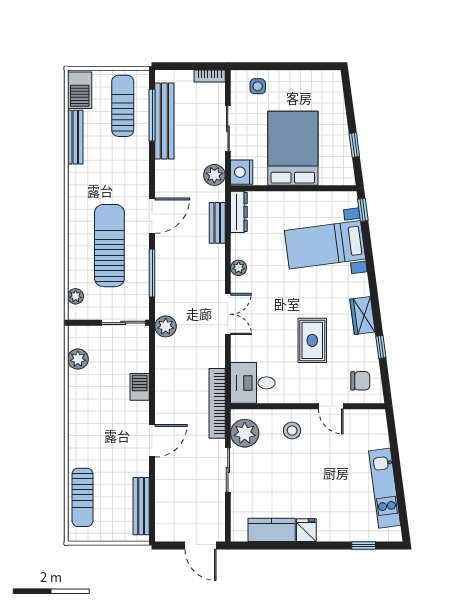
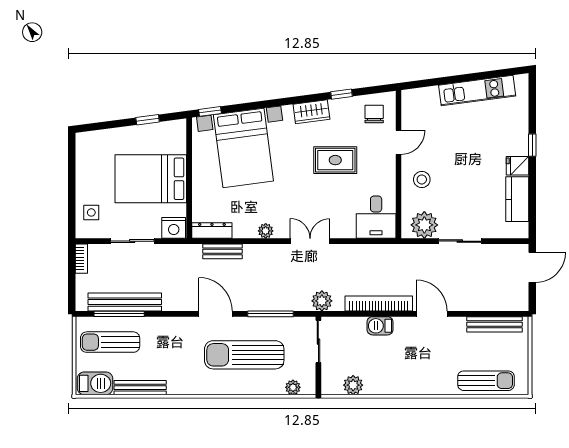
plant: (214, 175) -> (176, 254), removed
bed with nightstands: (325, 245) -> (243, 148), width x1.36
bookcase: (217, 403) -> (379, 304), moved, turned 180
window: (364, 546) -> (532, 145), moved

